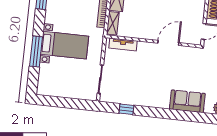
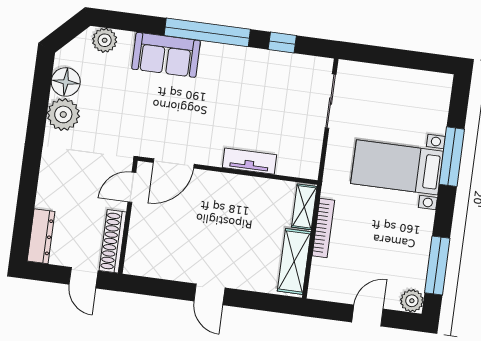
door: (168, 43) -> (174, 163), moved
tv unit: (123, 44) -> (250, 161), moved
window: (166, 114) -> (207, 32), added

